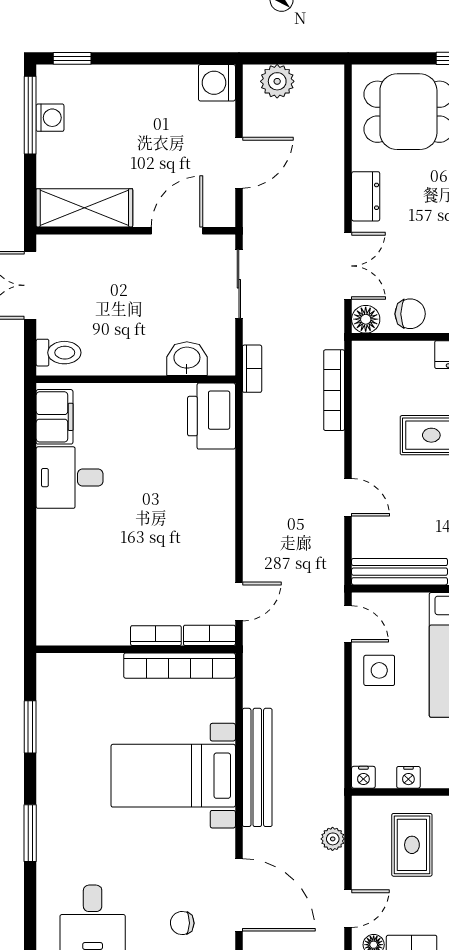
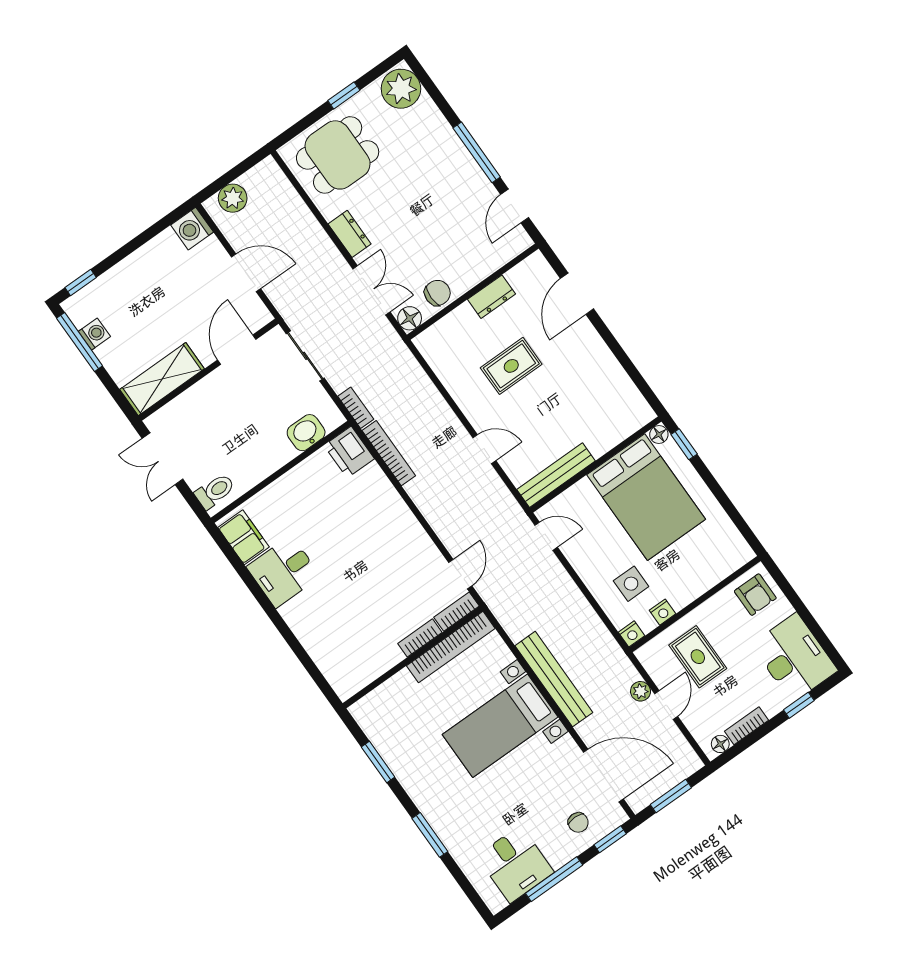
door: (239, 163) -> (246, 273), hinge flipped
bookcase: (334, 390) -> (389, 453), moved, turned 180
printer: (211, 416) -> (349, 452), width x0.73, depth x0.84
side table: (379, 670) -> (631, 584), moved
door: (348, 909) -> (666, 705), moved
chair: (182, 923) -> (578, 822), turned -91

